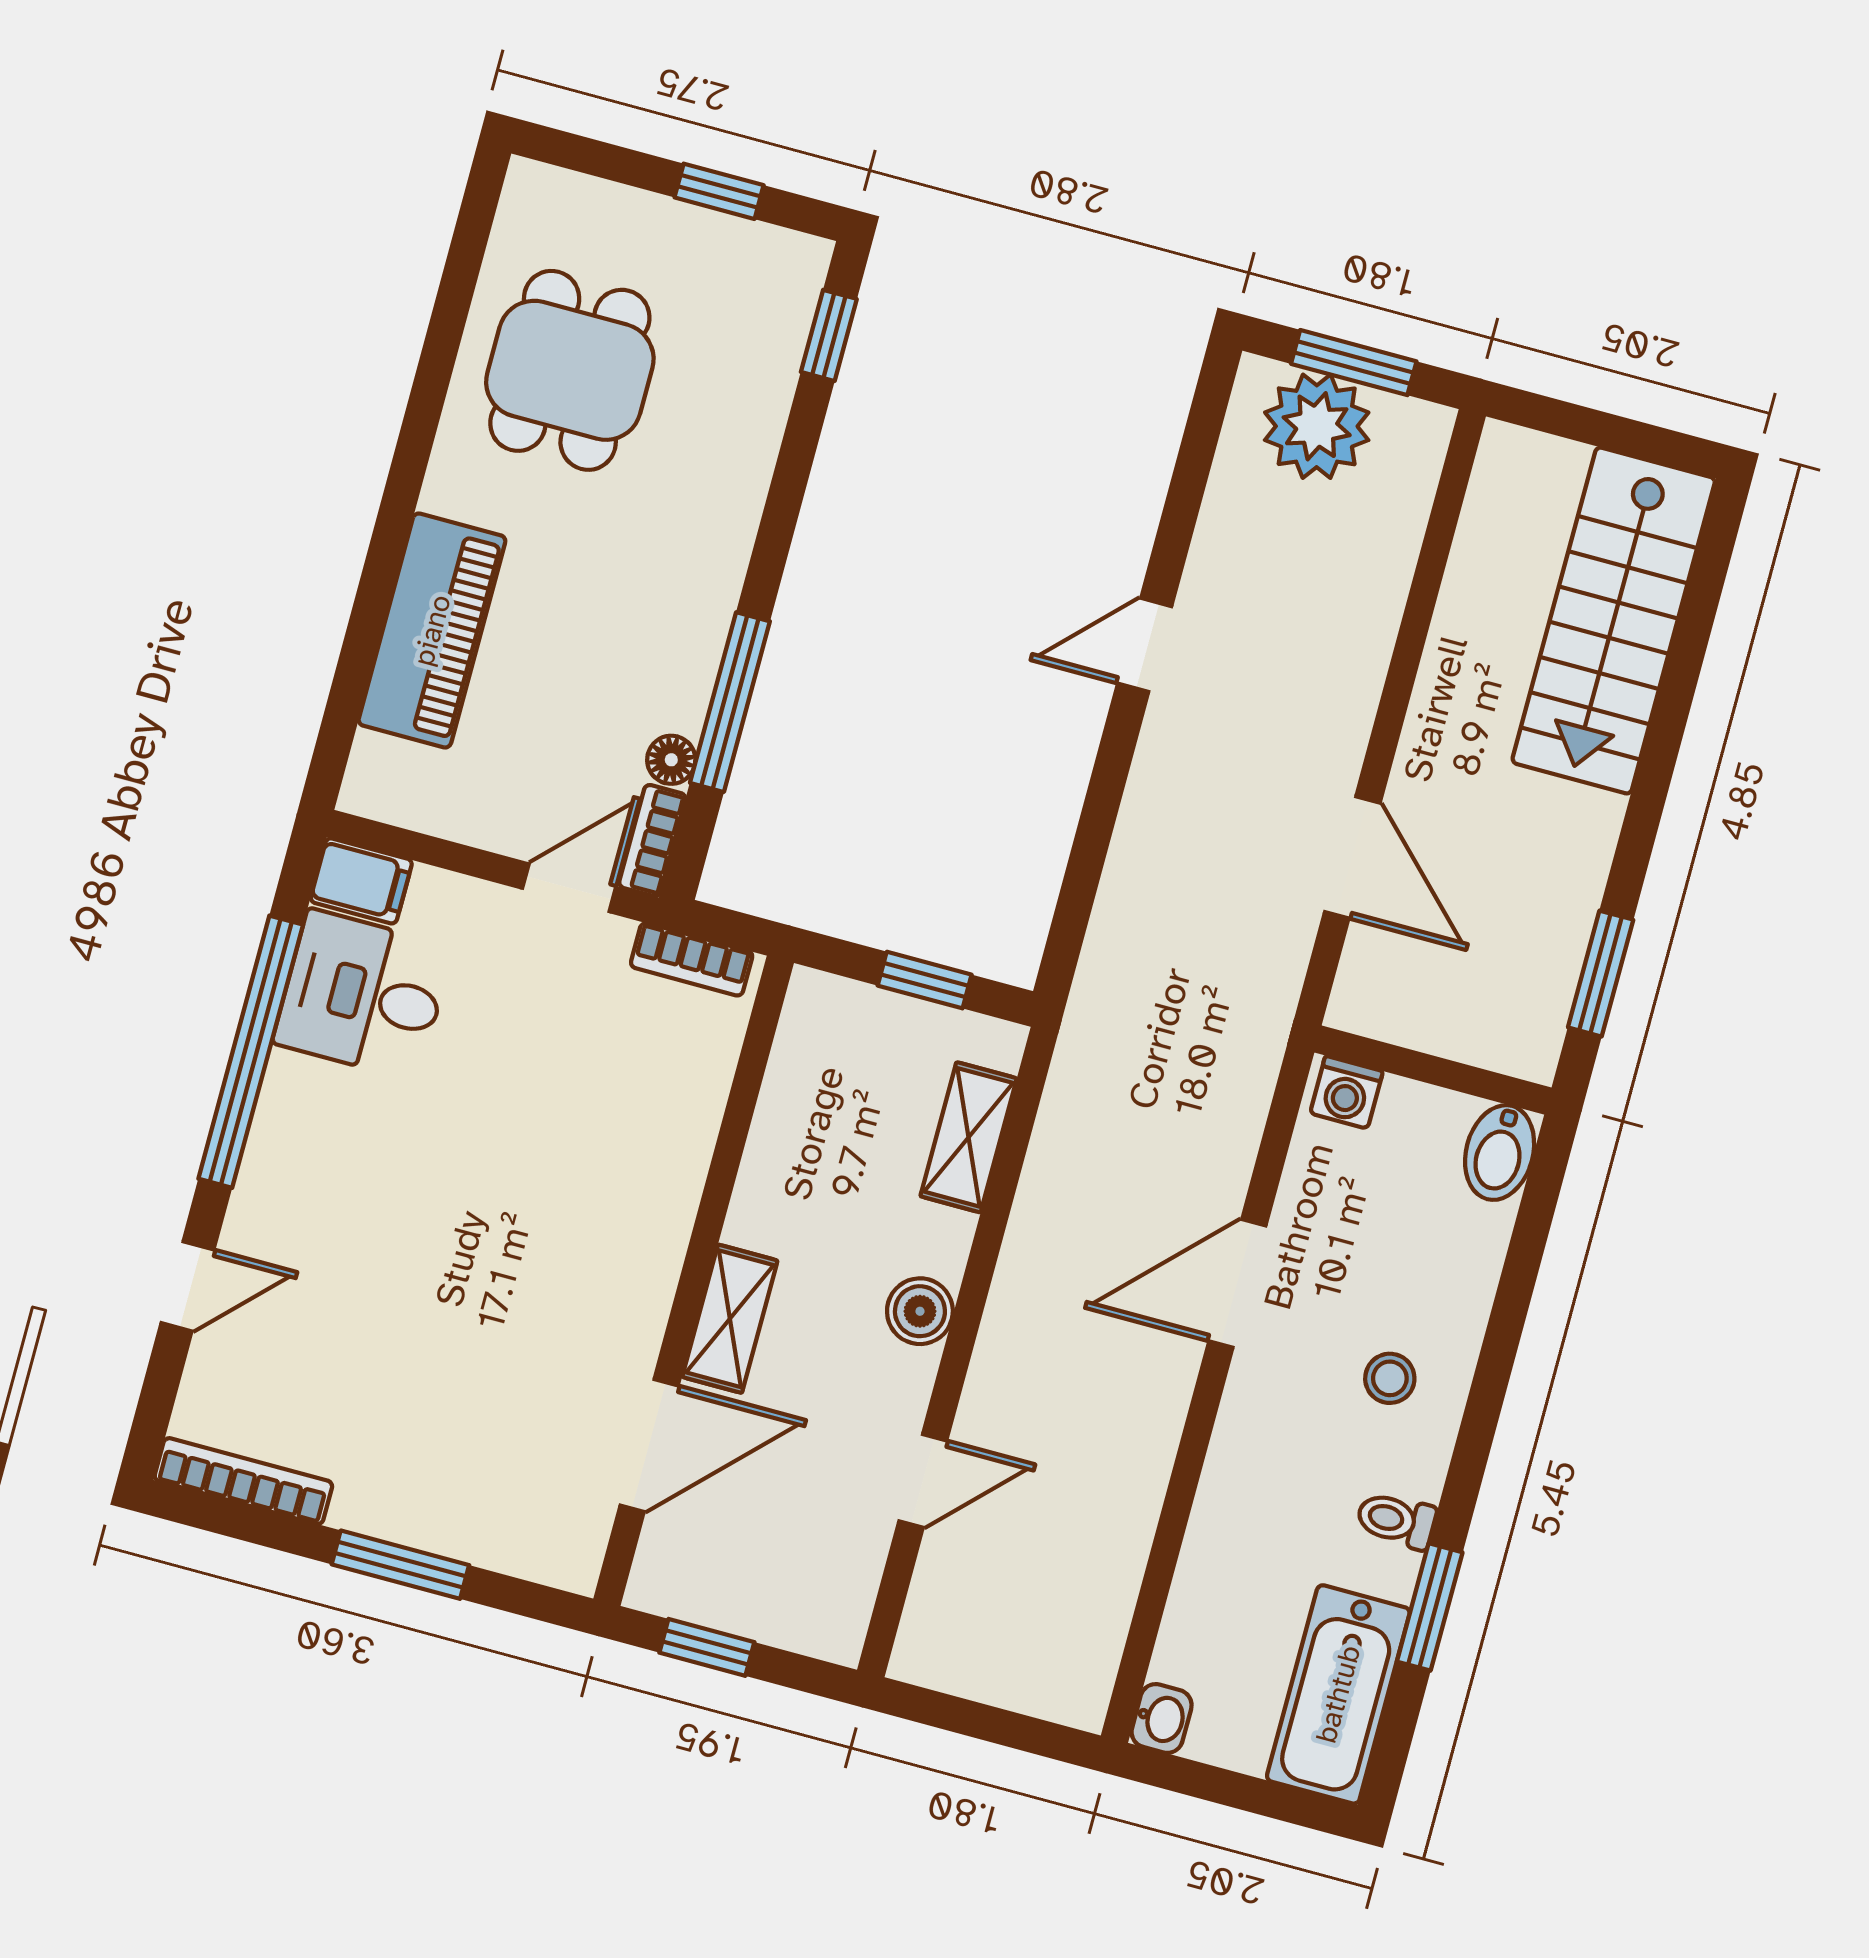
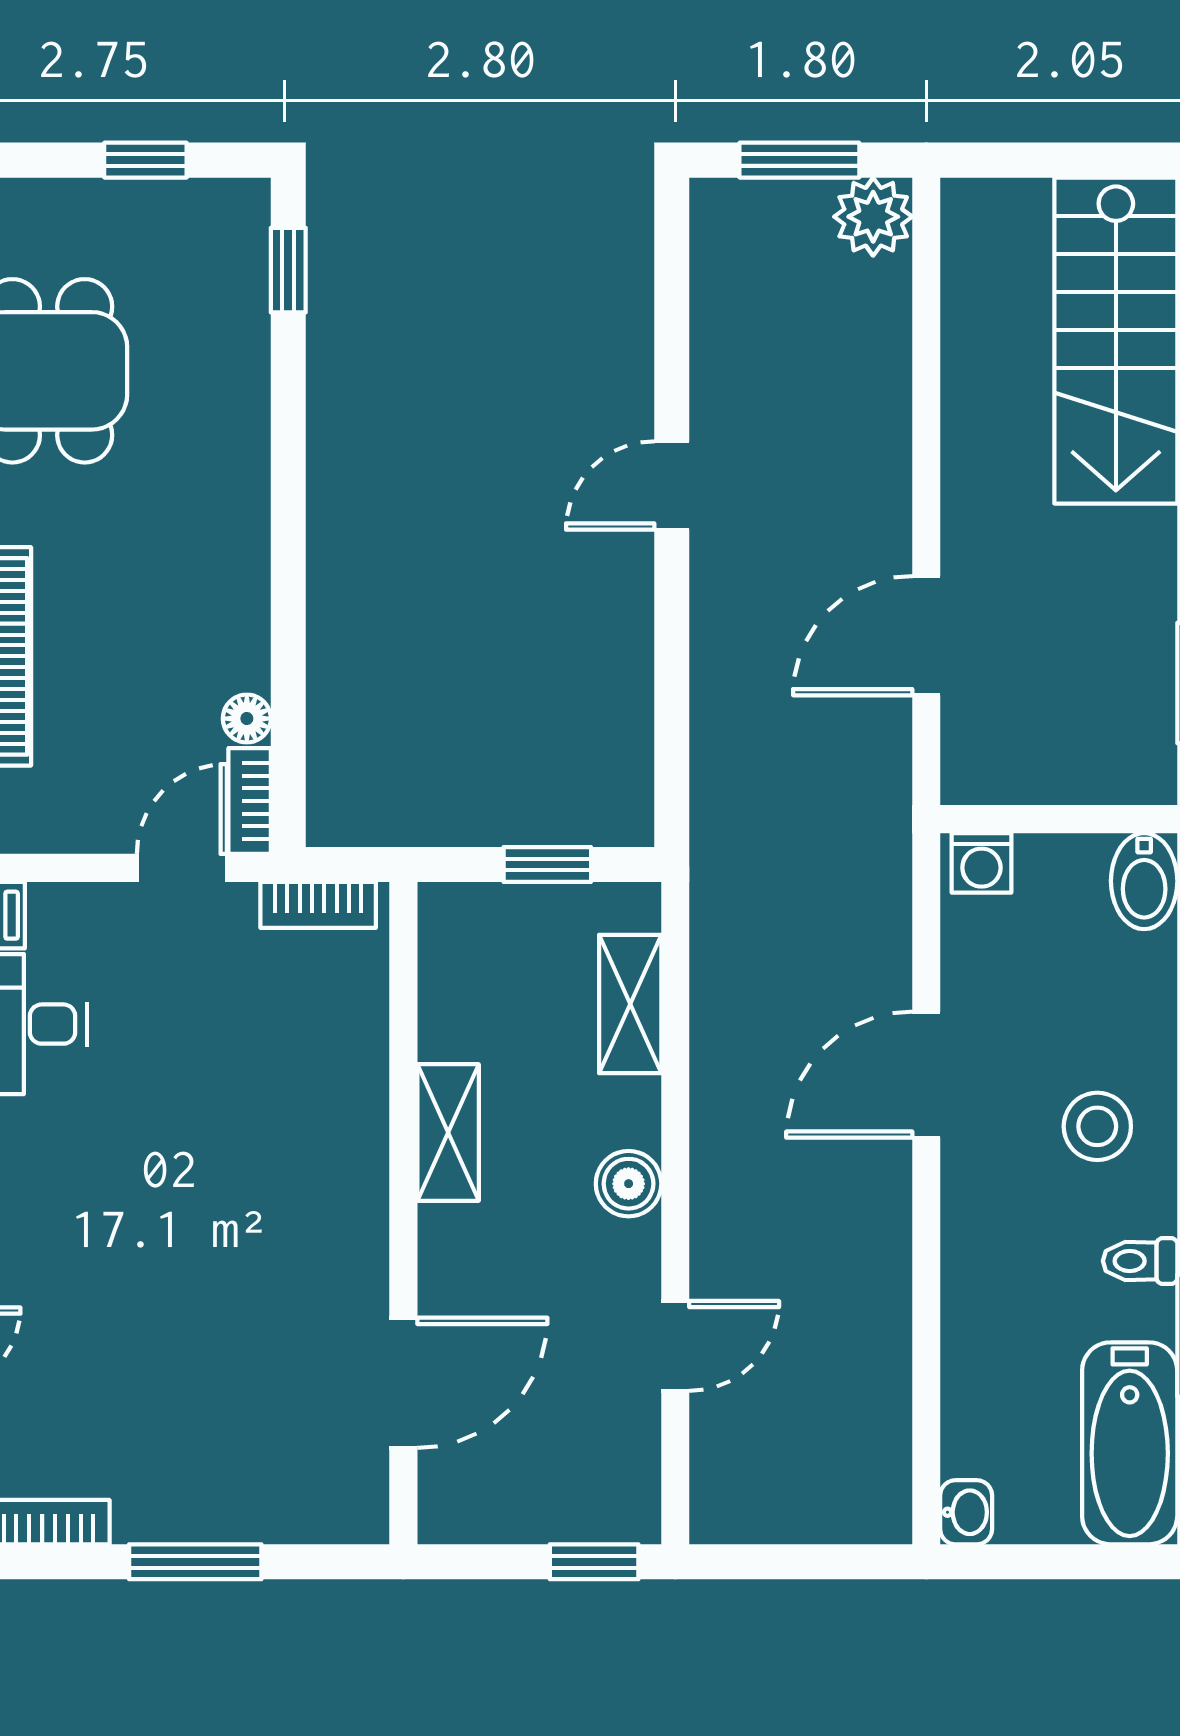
plant: (1317, 426) -> (873, 217), moved, width x0.73, depth x0.73
window: (730, 702) -> (288, 648), removed
door: (1352, 857) -> (926, 636), swing flipped
shelving: (730, 1319) -> (448, 1133), moved
stool: (1390, 1378) -> (1097, 1126), width x1.37, depth x1.37
window: (707, 1647) -> (594, 1562), moved

